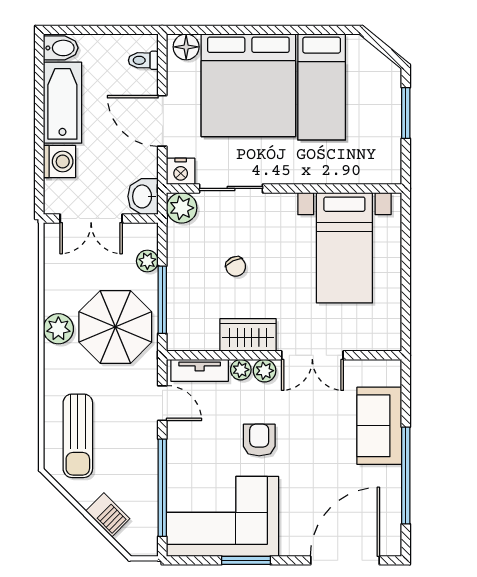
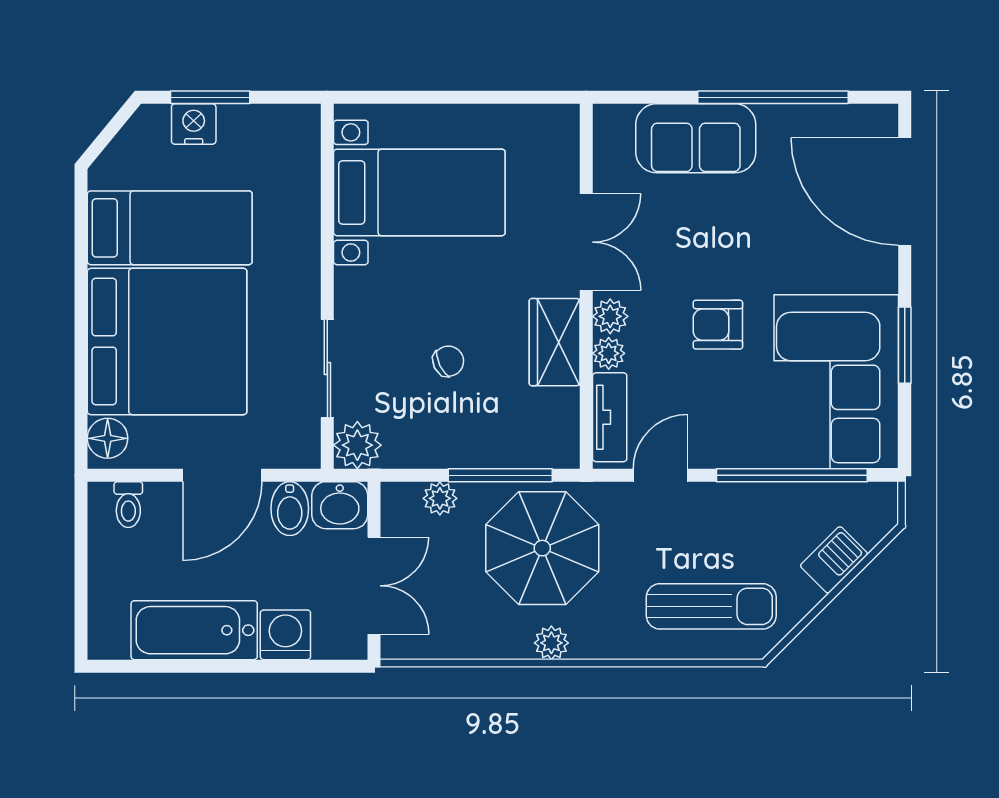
bidet: (61, 48) -> (290, 509), moved, turned 180
nightstand: (181, 171) -> (194, 124), moved, turned -90
plant: (58, 329) -> (551, 643), width x0.73, depth x0.73

